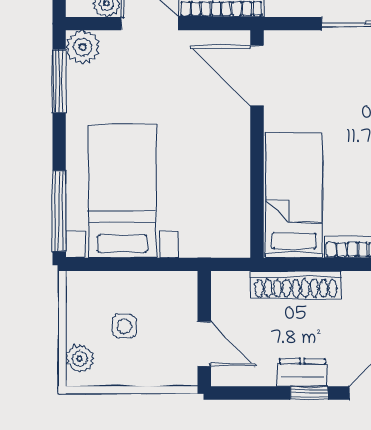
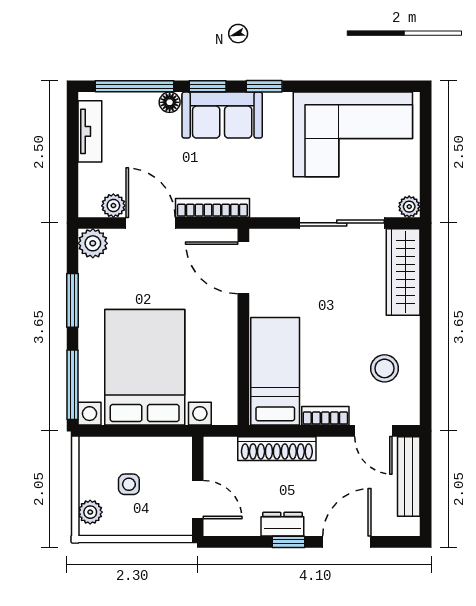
window: (59, 81) -> (72, 300), moved
bed with nightstands: (122, 191) -> (145, 367), width x1.36

